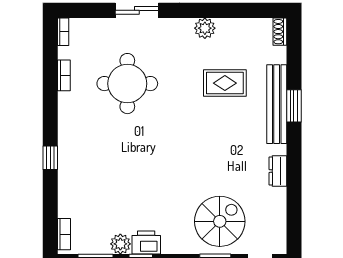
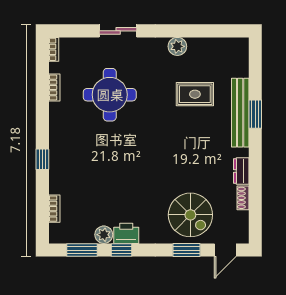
shoe rack: (280, 32) -> (243, 198), moved
spiral stairs: (220, 221) -> (190, 215), turned 90
bookcase: (64, 234) -> (54, 209), moved

